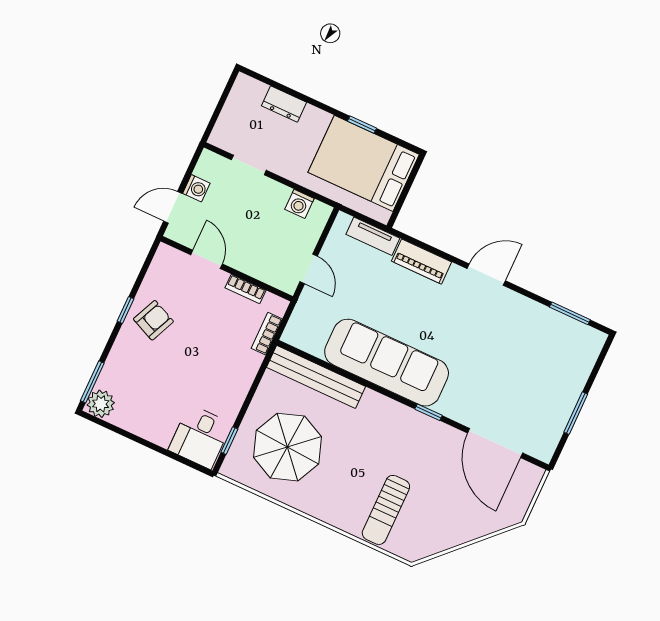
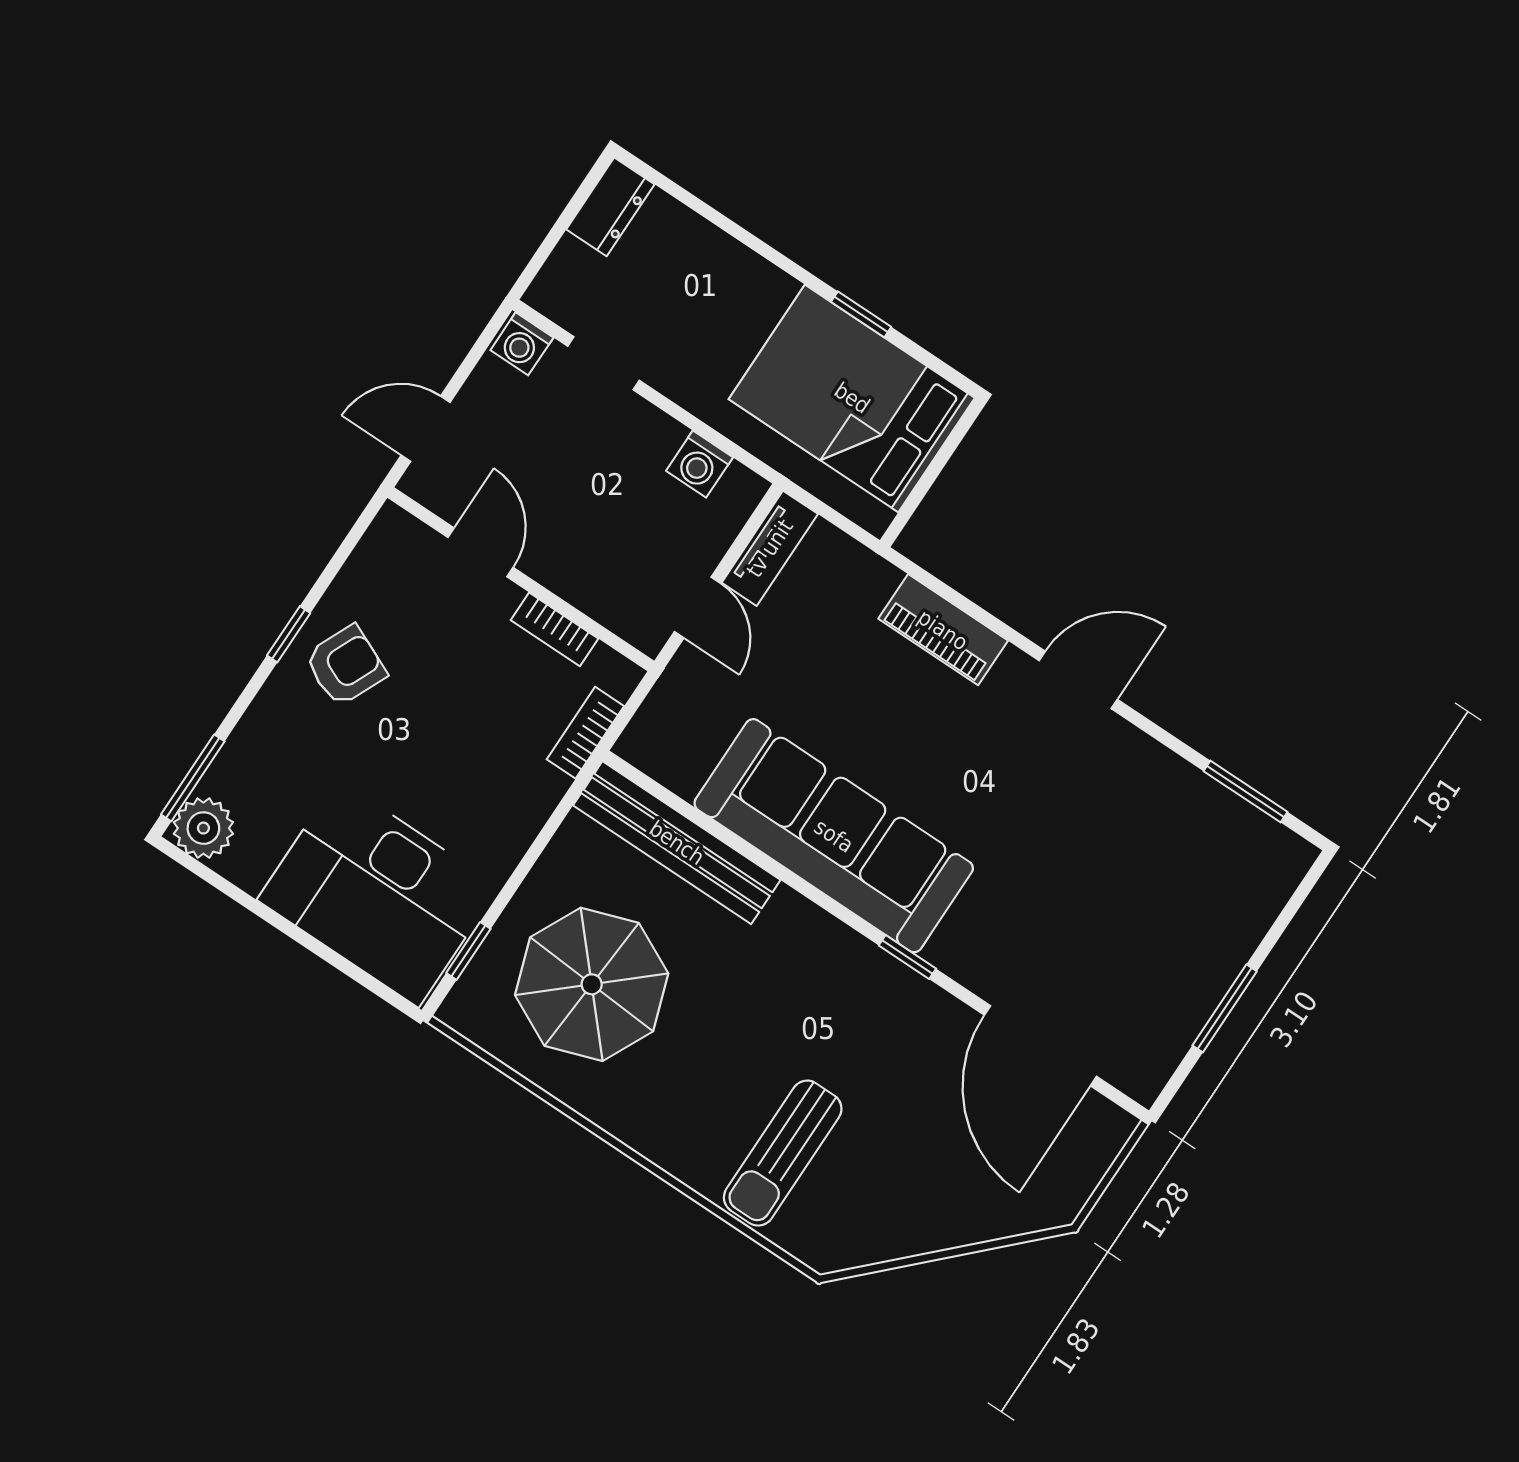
dresser: (284, 104) -> (610, 207), moved, turned -90
washing machine: (196, 188) -> (522, 344), moved, turned 90
tv unit: (373, 236) -> (770, 548), moved, turned -90
desk: (200, 437) -> (378, 893), width x1.87, depth x1.30

